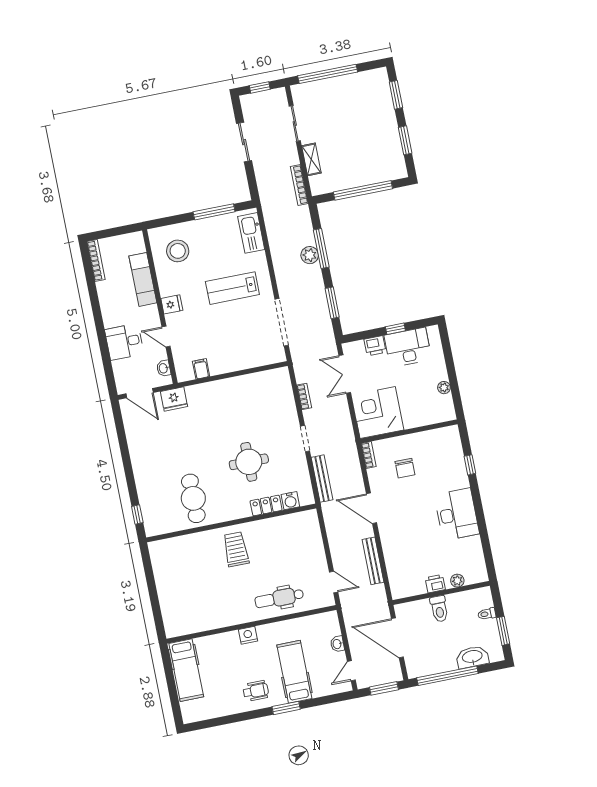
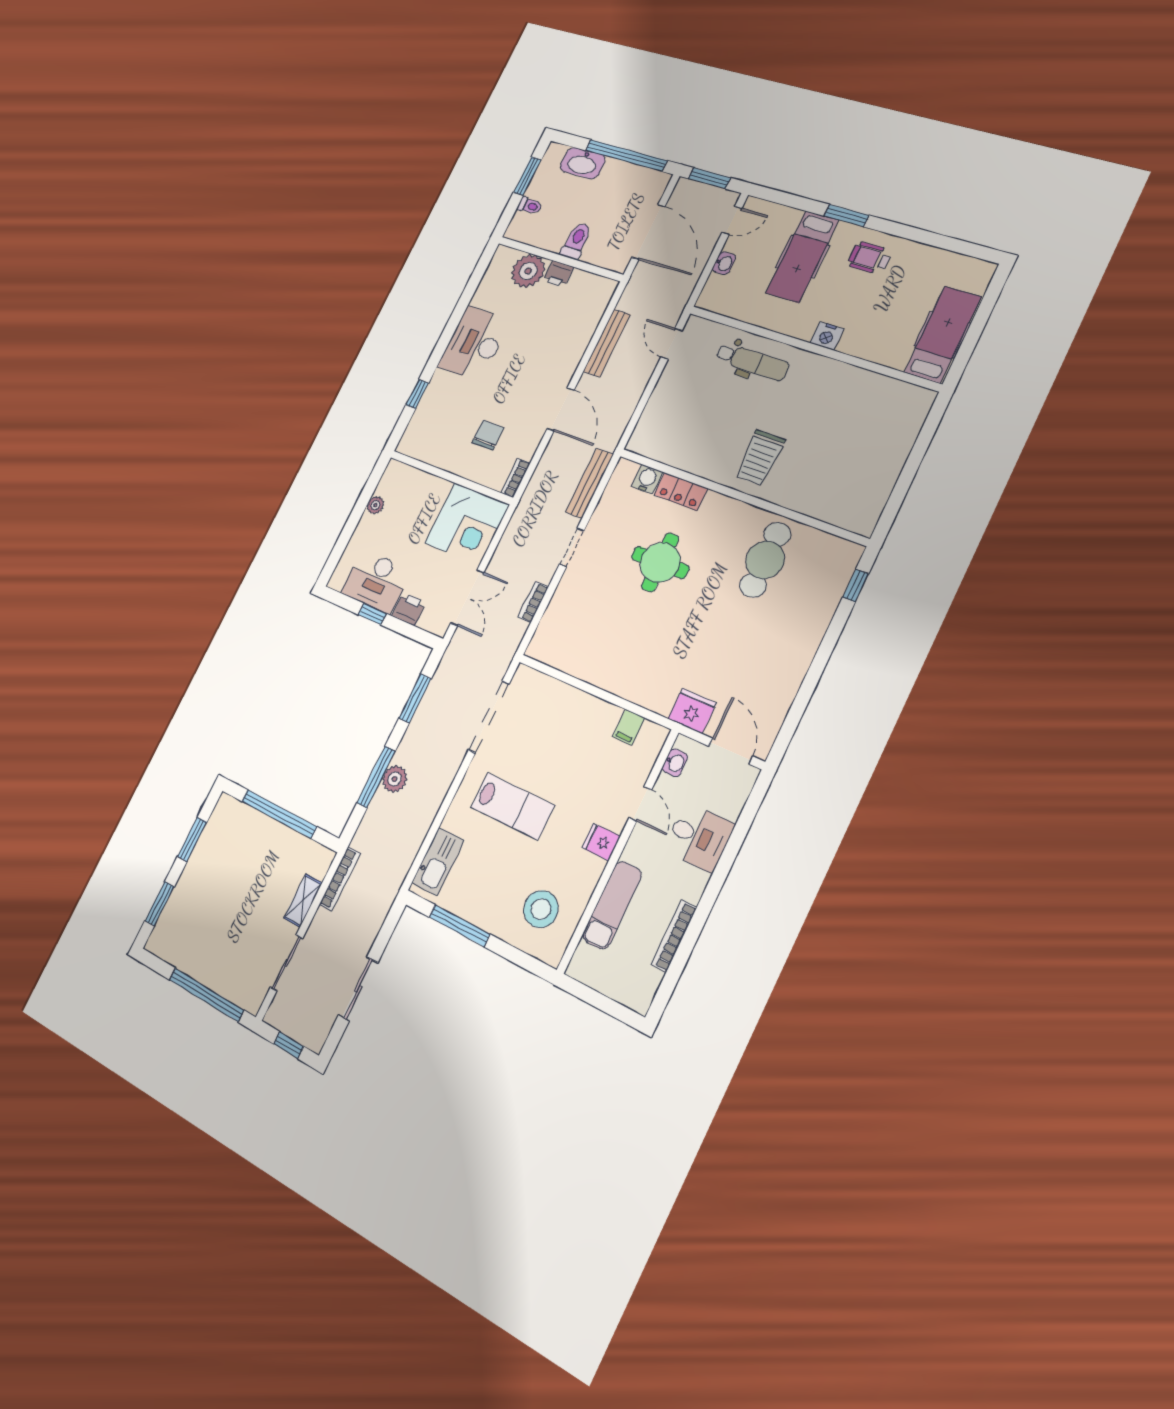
bookcase: (96, 260) -> (674, 936), moved
plant: (457, 581) -> (528, 271), width x1.87, depth x1.87

